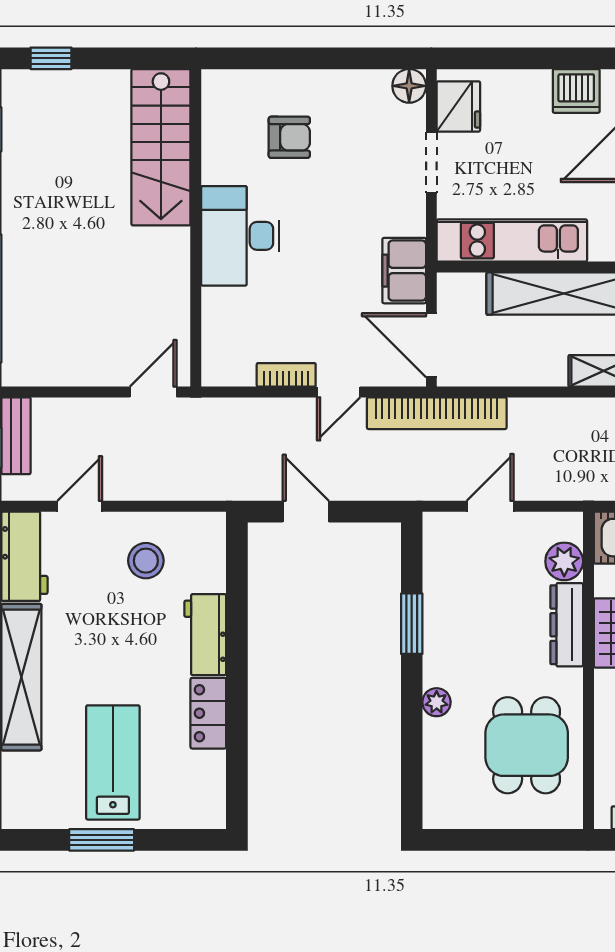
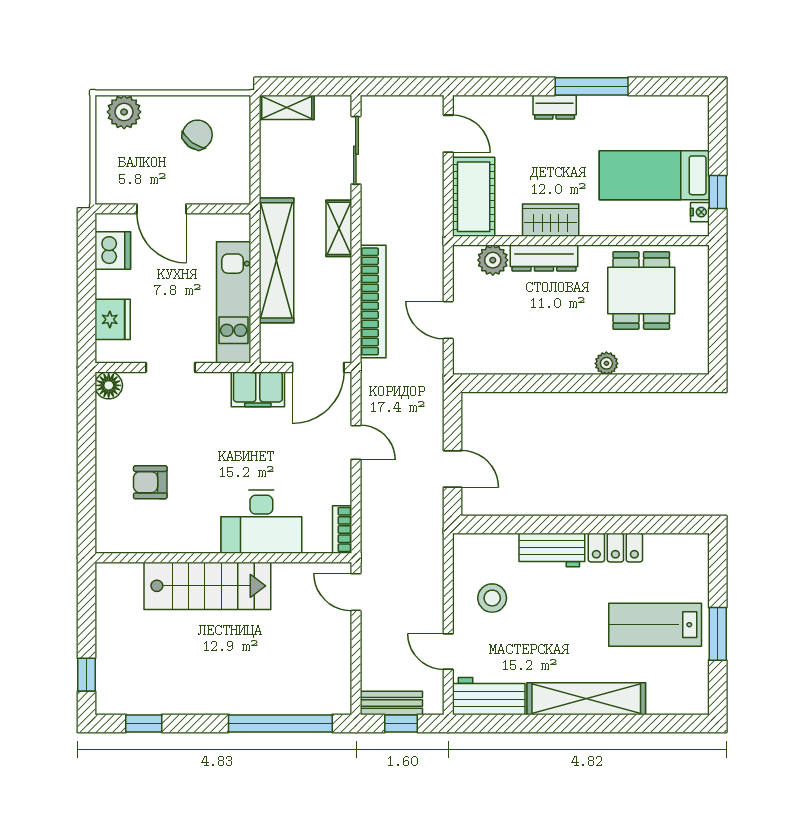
fridge: (458, 106) -> (113, 319), moved, turned 90
armchair: (289, 137) -> (150, 482), turned -90
stairs: (161, 147) -> (207, 586), moved
desk: (240, 236) -> (261, 522), moved
bookcase: (286, 375) -> (342, 530), moved
bookcase: (437, 413) -> (373, 301), moved
door: (306, 512) -> (453, 469), swing flipped
window: (412, 624) -> (543, 383), removed
dining table: (527, 745) -> (641, 291), turned 90

